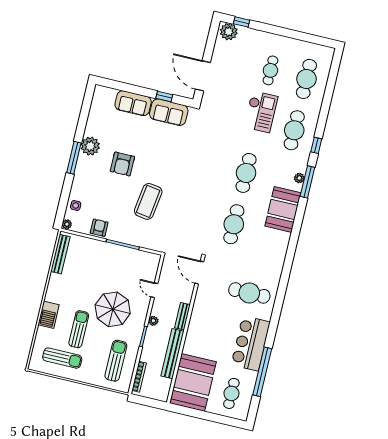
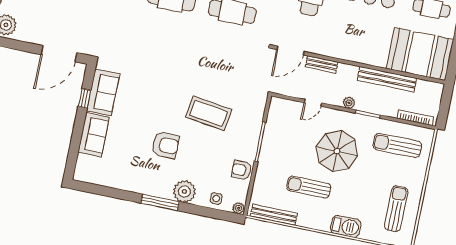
plant: (90, 146) -> (184, 191), moved
bench: (182, 316) -> (322, 64), moved
sun lounger: (79, 329) -> (309, 187), moved

